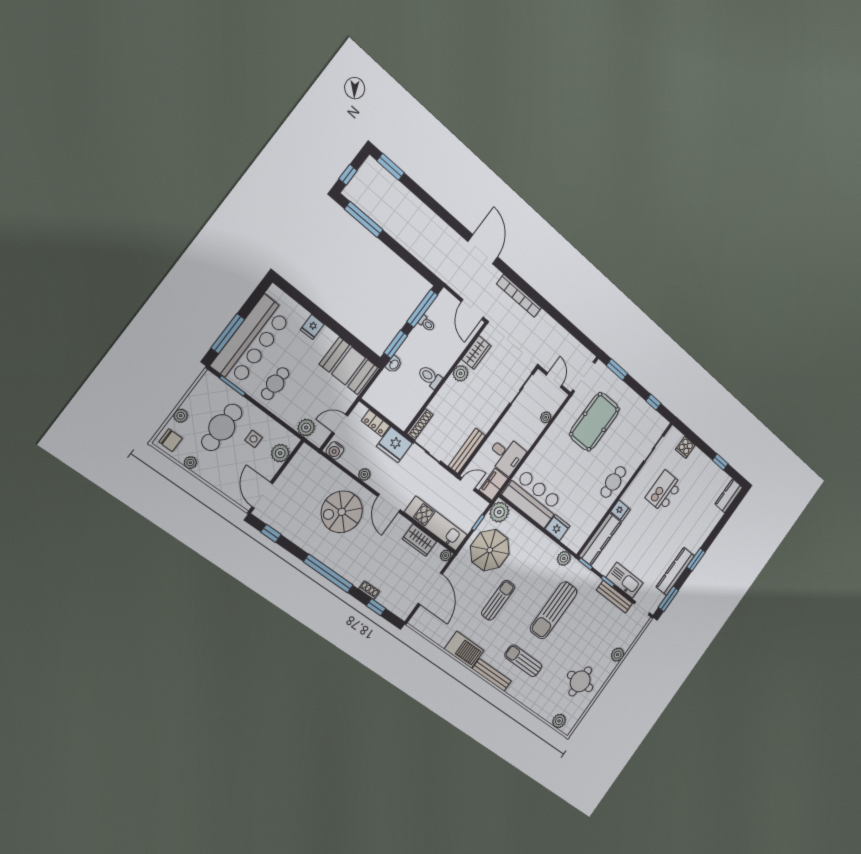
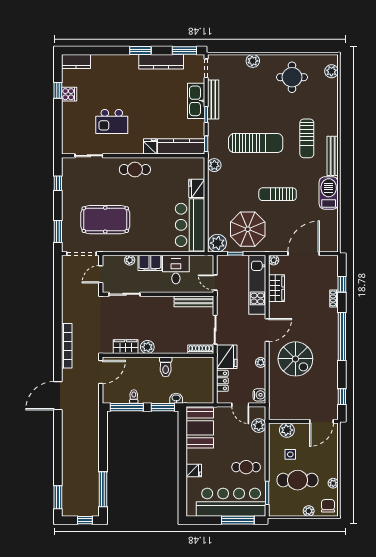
cooker: (685, 447) -> (69, 94), moved
filing cabinet: (494, 484) -> (150, 263), moved

